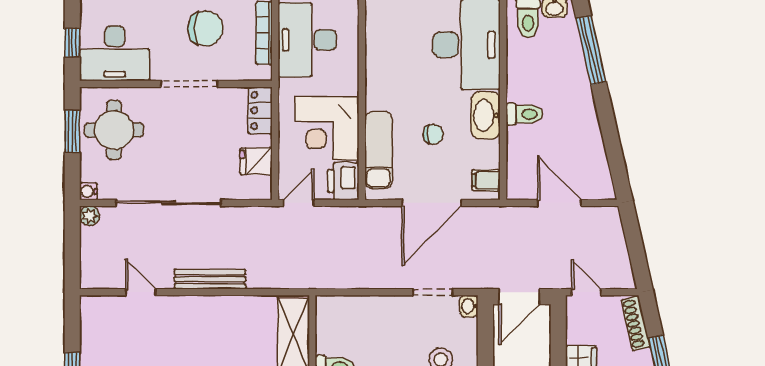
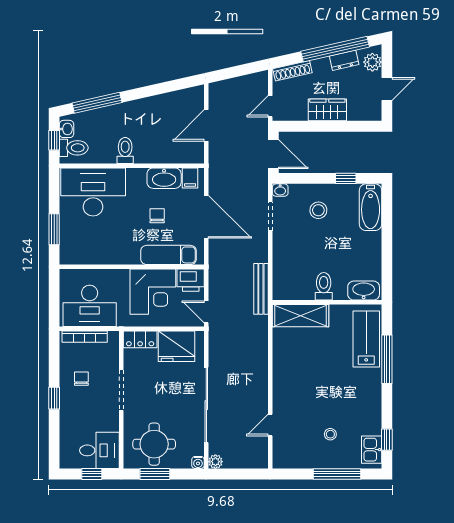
chair: (206, 28) -> (81, 379), width x0.54, depth x0.54
desk: (115, 53) -> (99, 450), width x0.73
toilet: (524, 114) -> (125, 150), moved
washbasin: (486, 115) -> (164, 178), moved
fridge: (256, 161) -> (177, 346), width x1.88, depth x1.34
bench: (210, 279) -> (261, 289), moved

